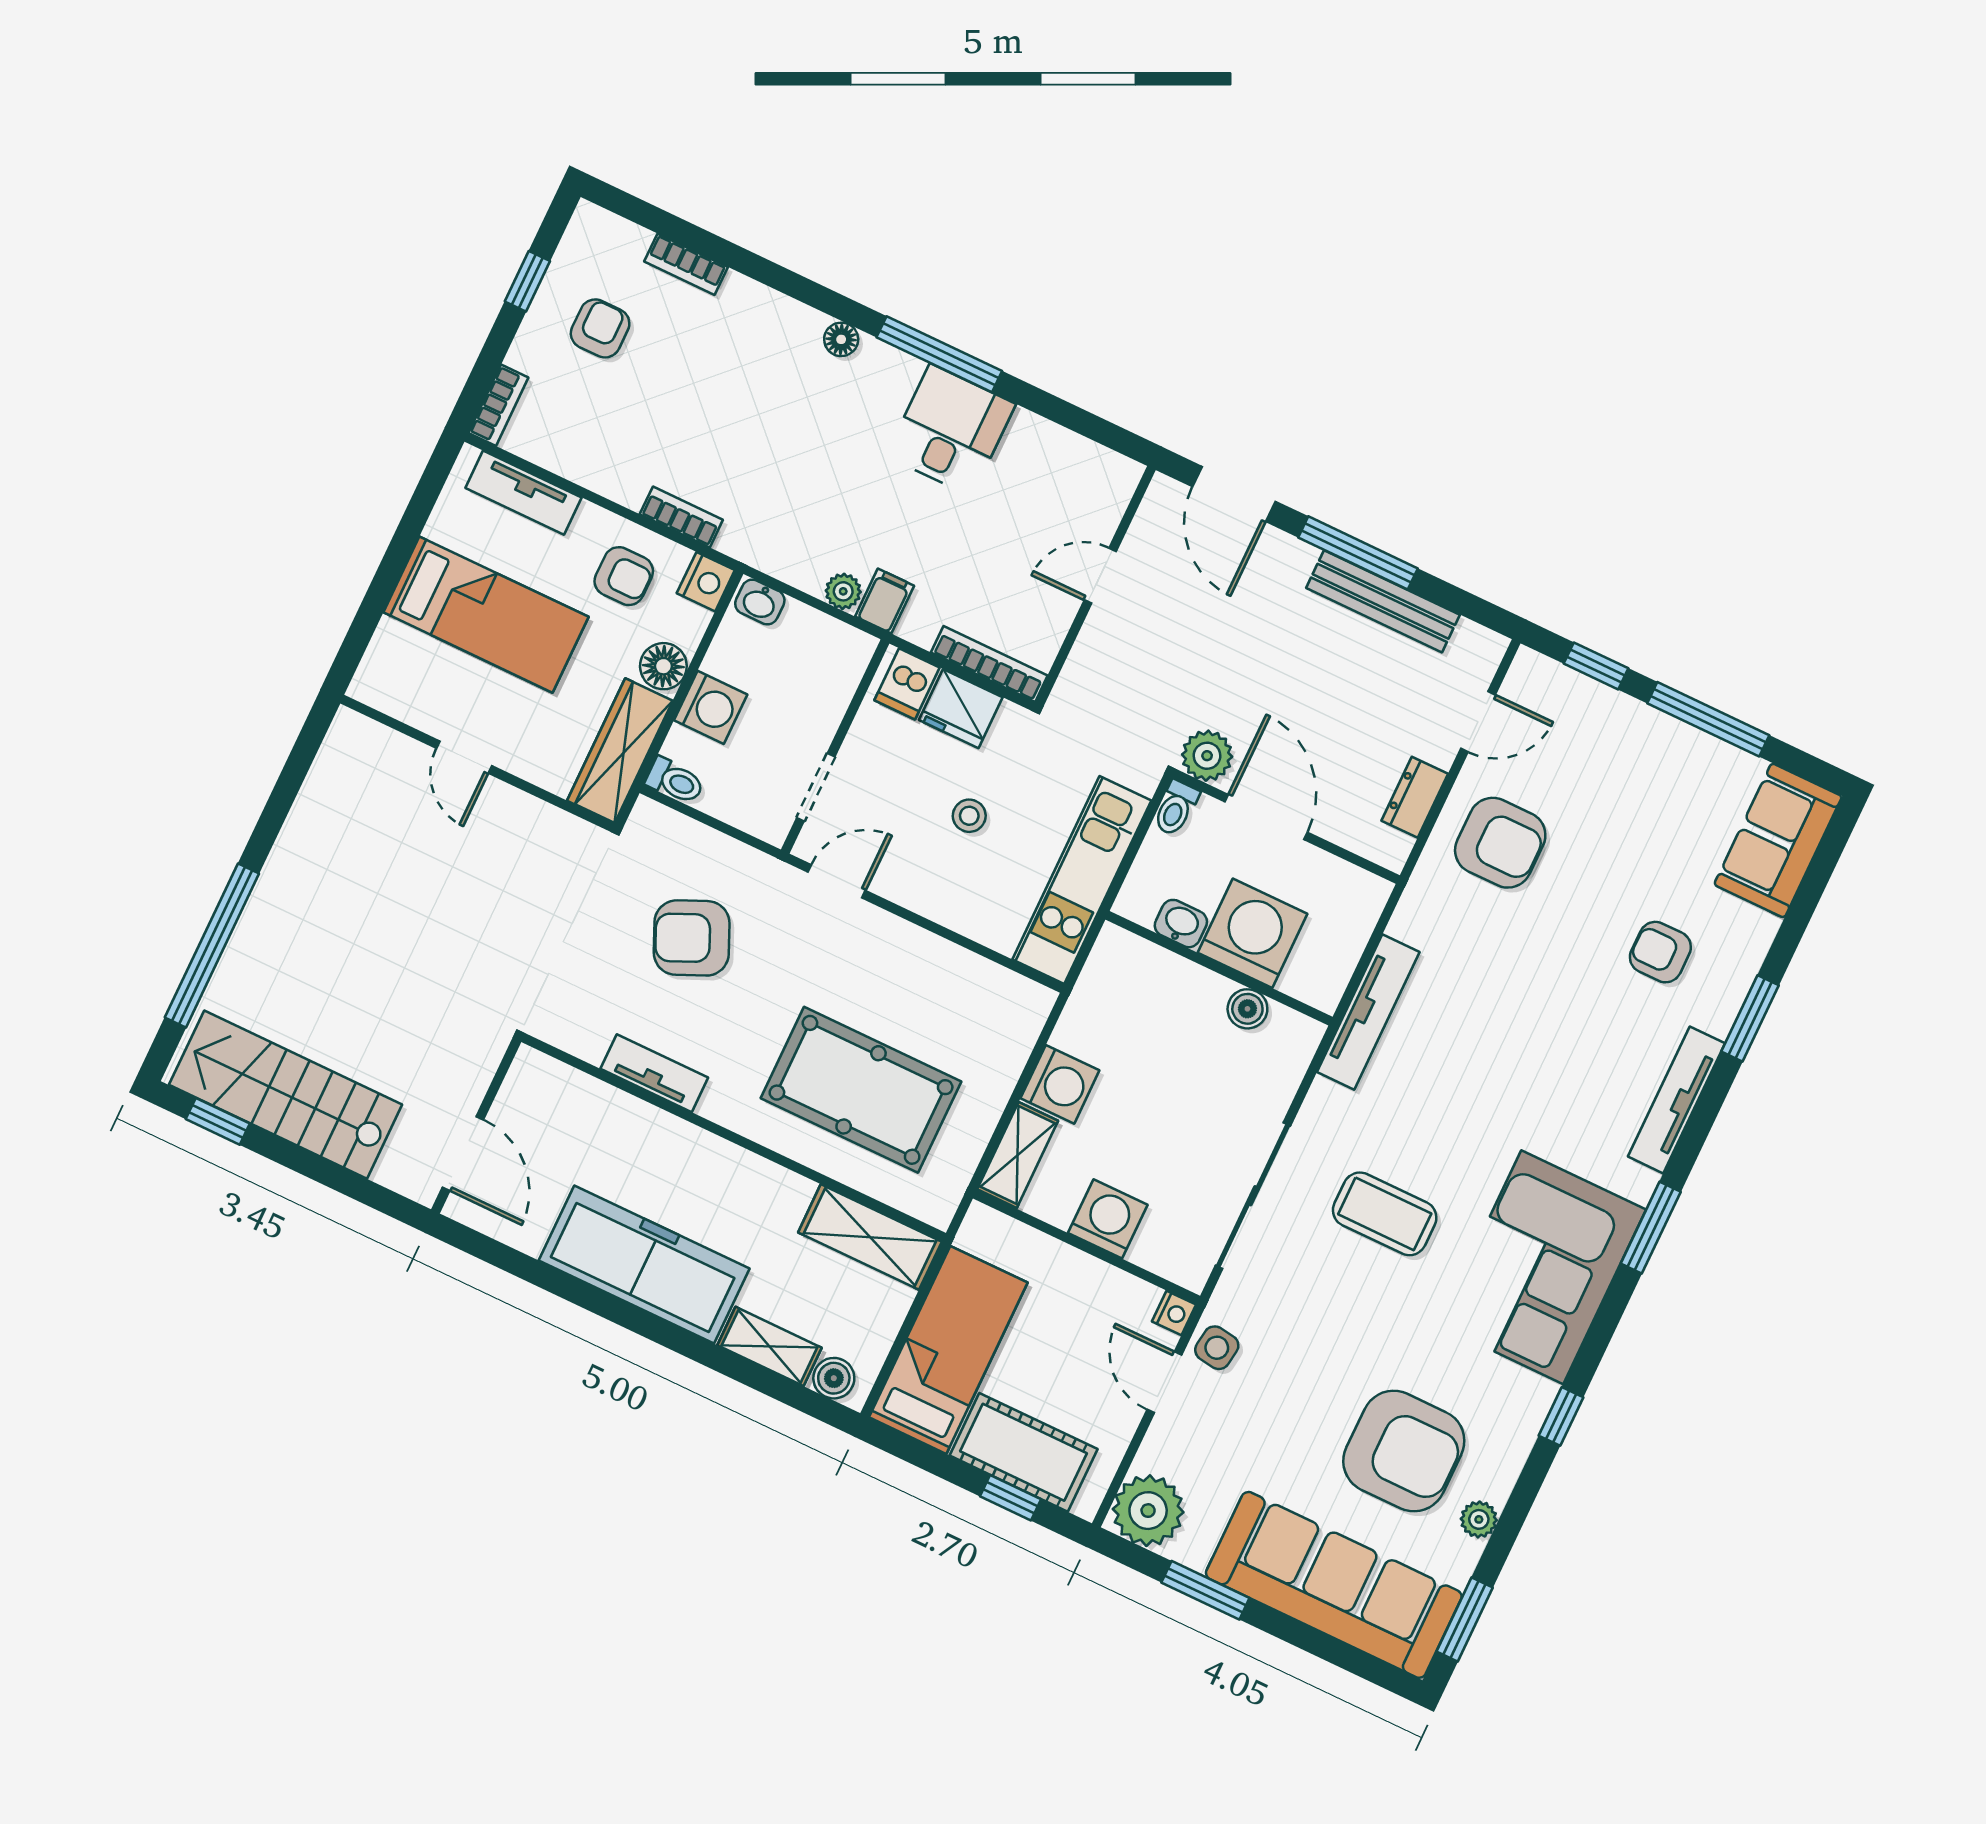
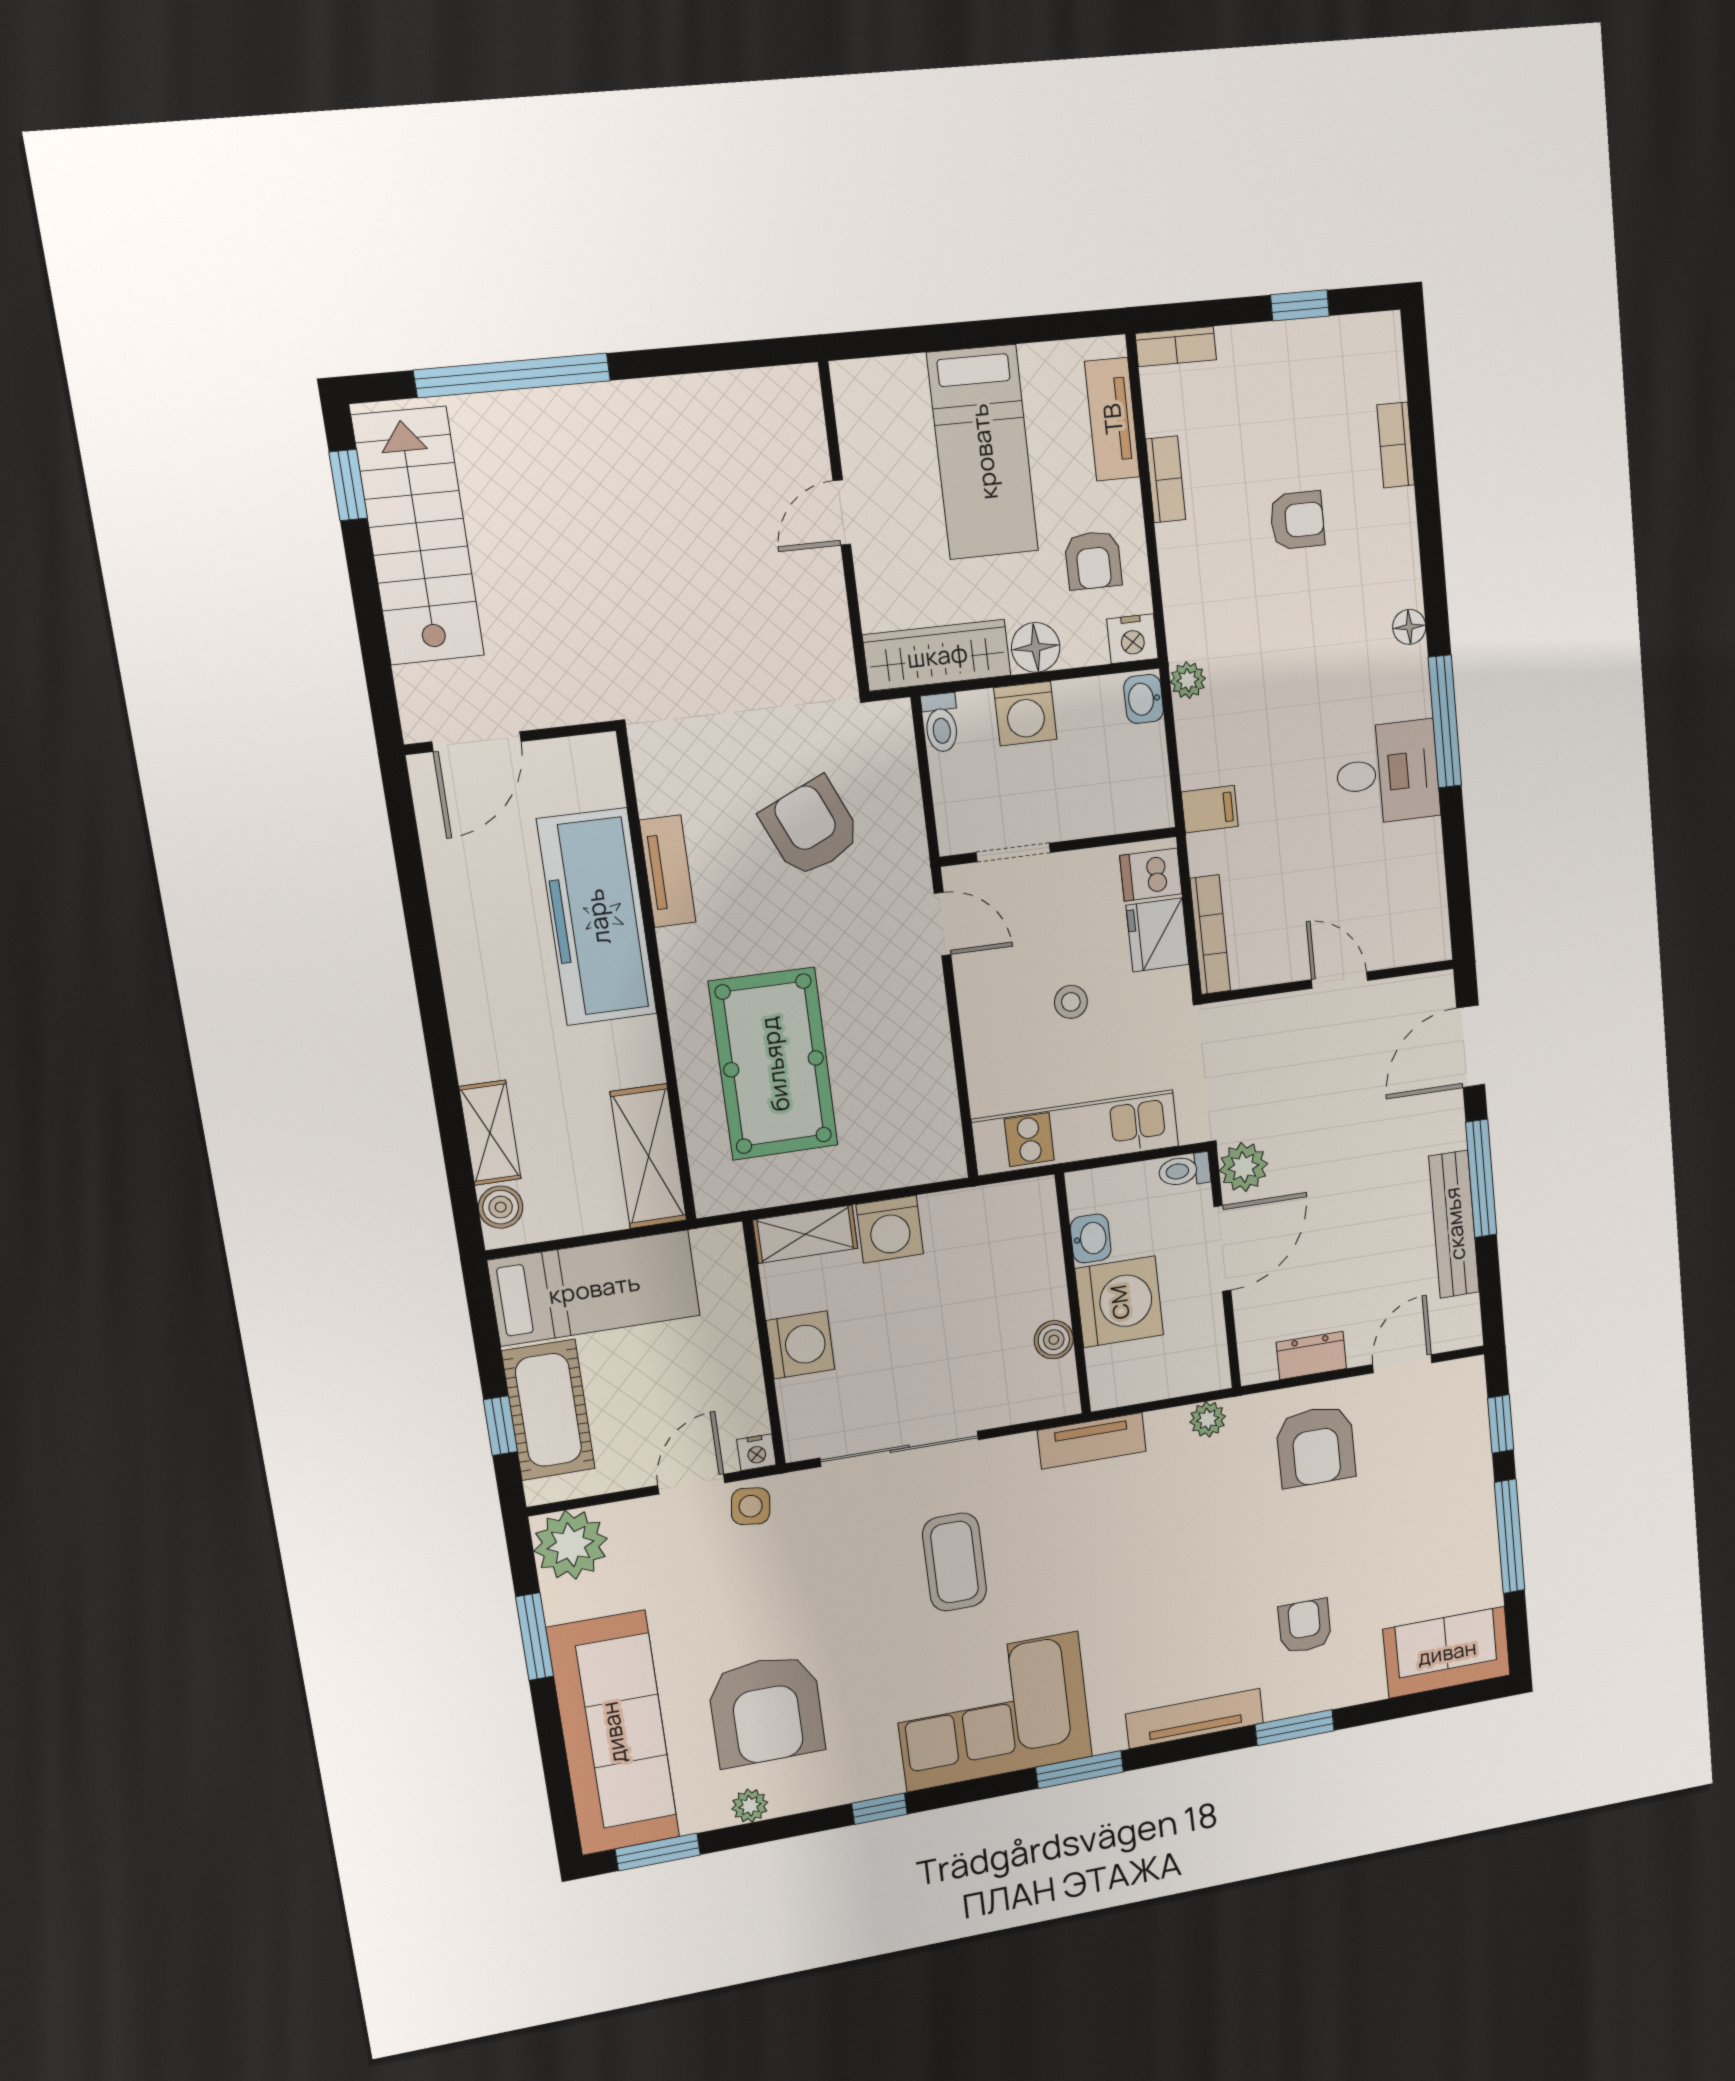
armchair: (600, 328) -> (1297, 520), moved
bookcase: (681, 517) -> (1166, 479), moved
plant: (843, 591) -> (1188, 680), moved
door: (1478, 722) -> (1402, 1364), swing flipped
plant: (1409, 922) -> (1208, 1419), added
tv unit: (1368, 1012) -> (1092, 1441), width x0.71
freezer: (644, 1265) -> (597, 917), moved, turned 180

